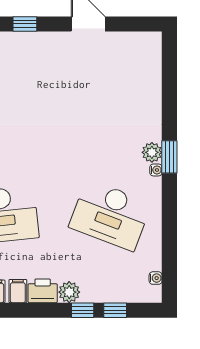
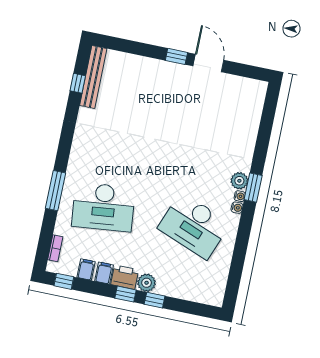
window: (25, 24) -> (176, 56), moved
water cooler: (156, 278) -> (237, 208), moved
window: (115, 310) -> (125, 294), moved

